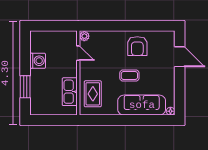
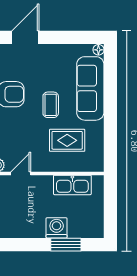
washing machine: (38, 61) -> (57, 228), moved
rug: (93, 94) -> (67, 140), moved

